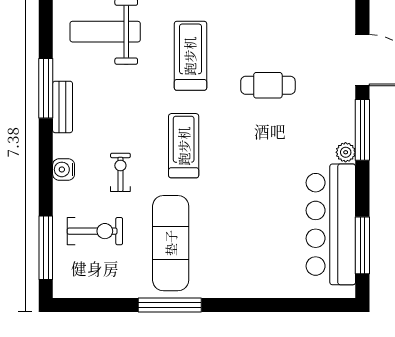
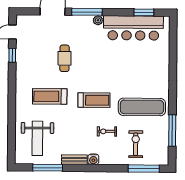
window: (46, 88) -> (48, 168), moved
treadmill: (184, 146) -> (94, 100), turned 180
water cooler: (64, 169) -> (93, 159), moved
window: (362, 245) -> (144, 12), width x0.69
window: (170, 305) -> (172, 131), moved

